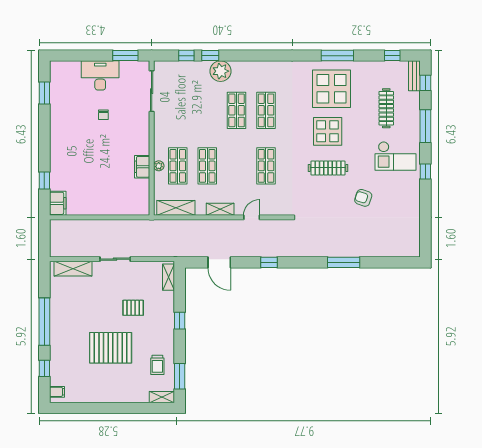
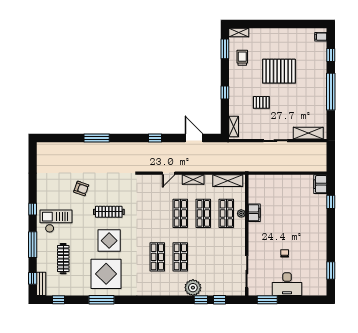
shop shelf: (266, 166) -> (180, 213), moved

